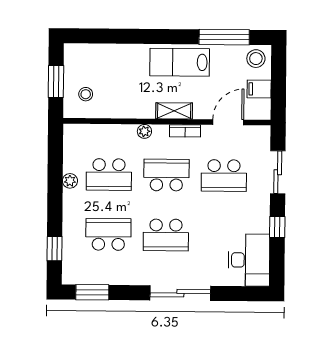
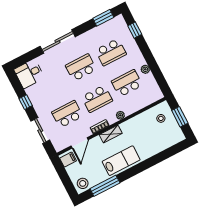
filing cabinet: (259, 89) -> (68, 160), moved
desk: (249, 260) -> (29, 74), width x0.73

